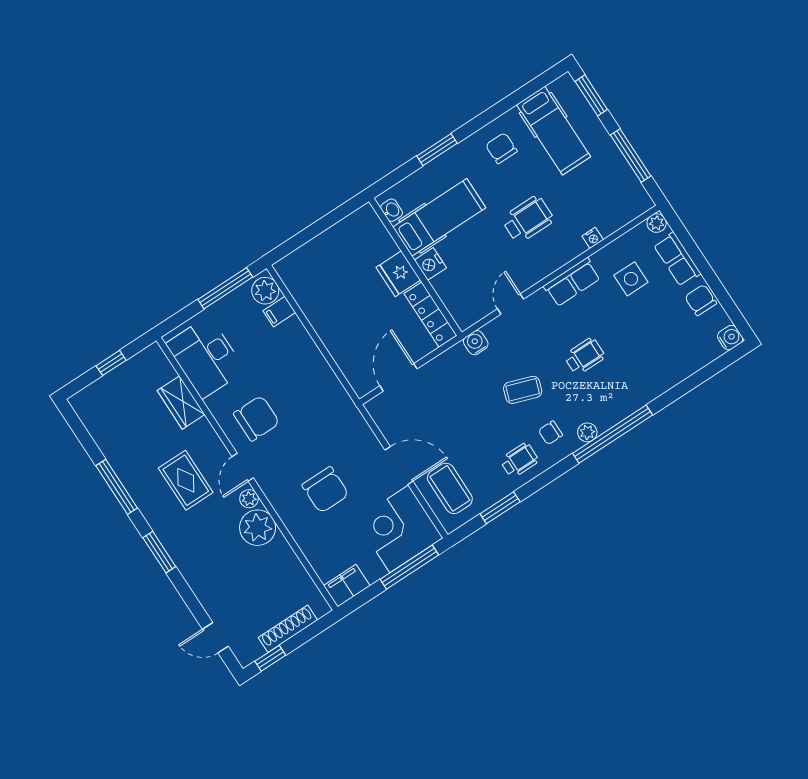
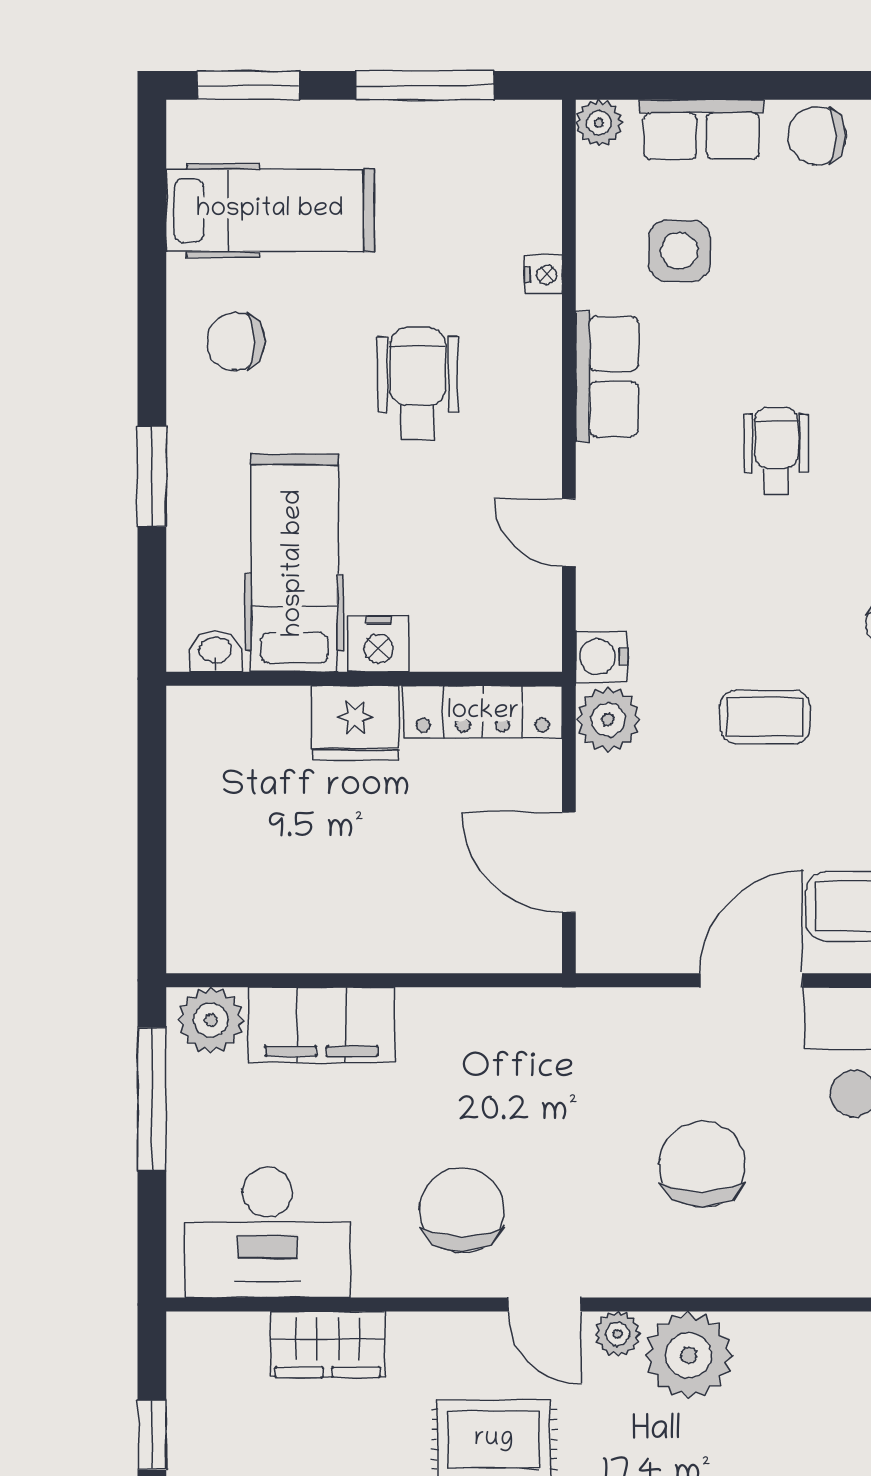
filing cabinet: (279, 312) -> (321, 1025), width x3.00, depth x1.17
plant: (456, 359) -> (608, 719), added
coffee table: (523, 390) -> (765, 717), moved, turned 71
chair: (325, 490) -> (702, 1165), turned -90

